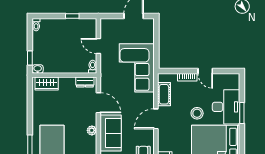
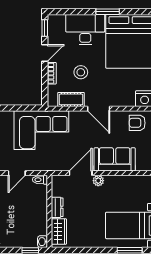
window: (227, 71) -> (45, 28), added
dresser: (85, 82) -> (57, 207), moved
stool: (197, 113) -> (81, 72), moved
window: (242, 113) -> (108, 12), moved
plant: (92, 130) -> (98, 181), moved

